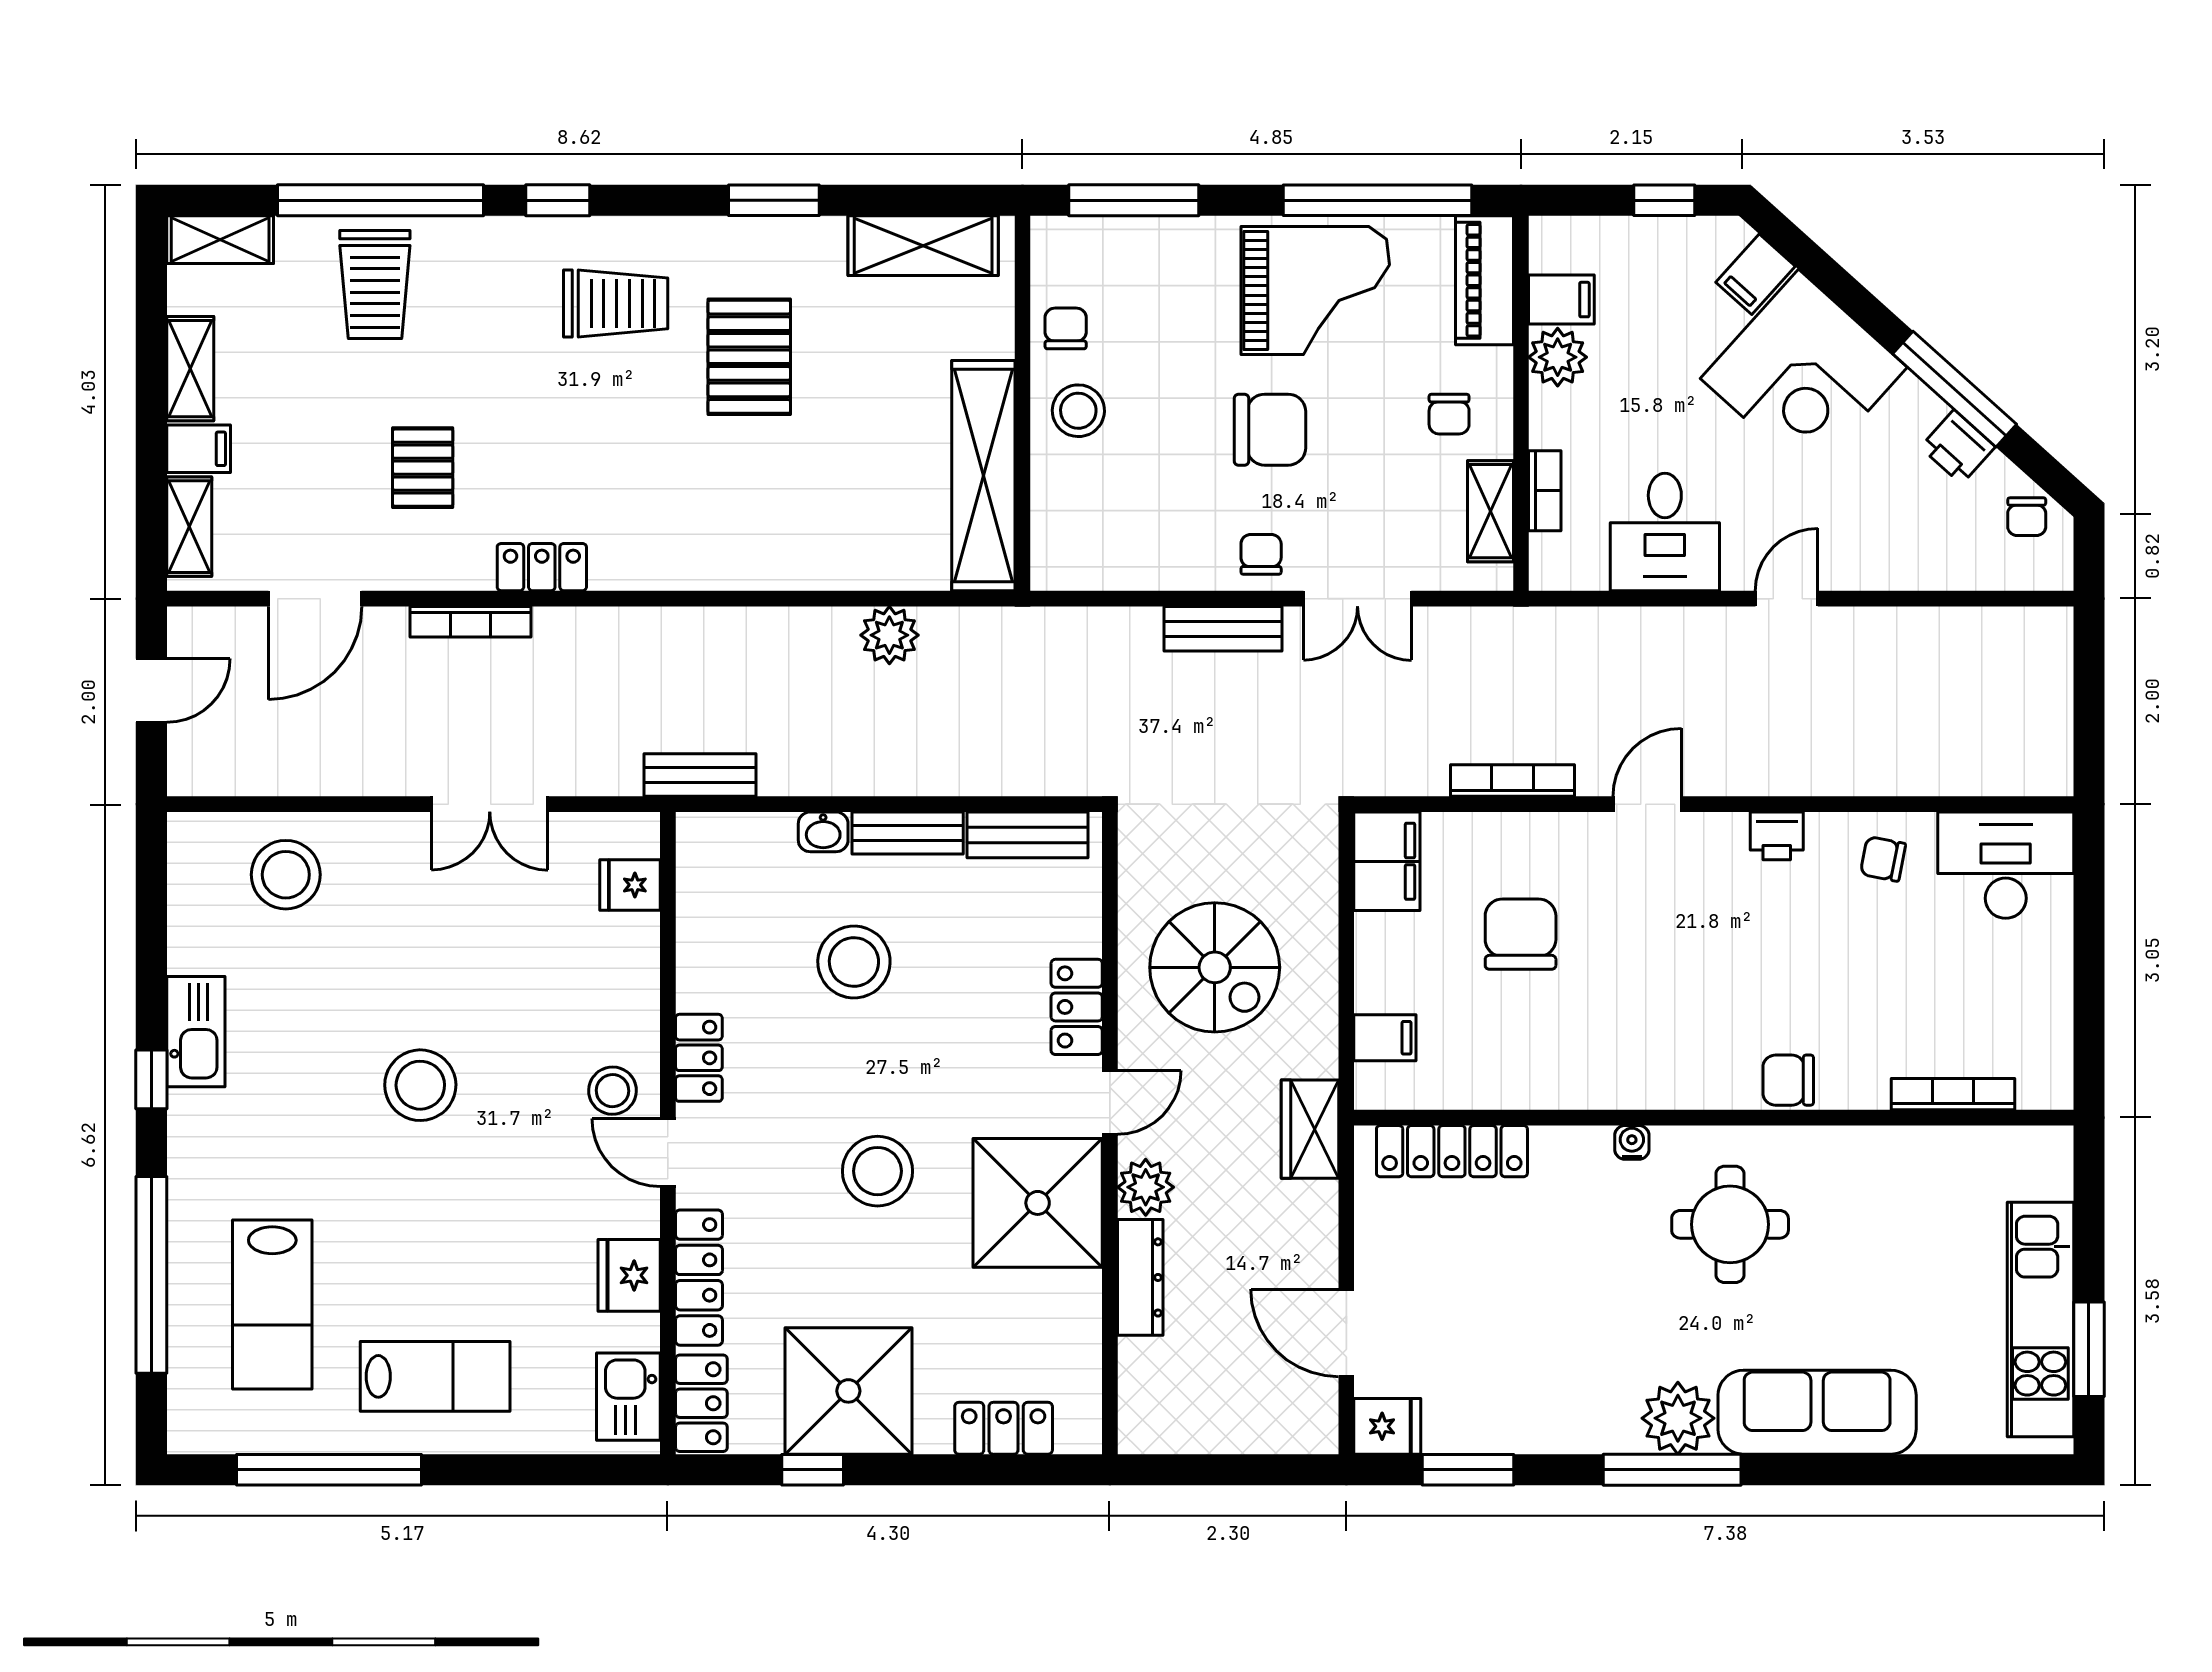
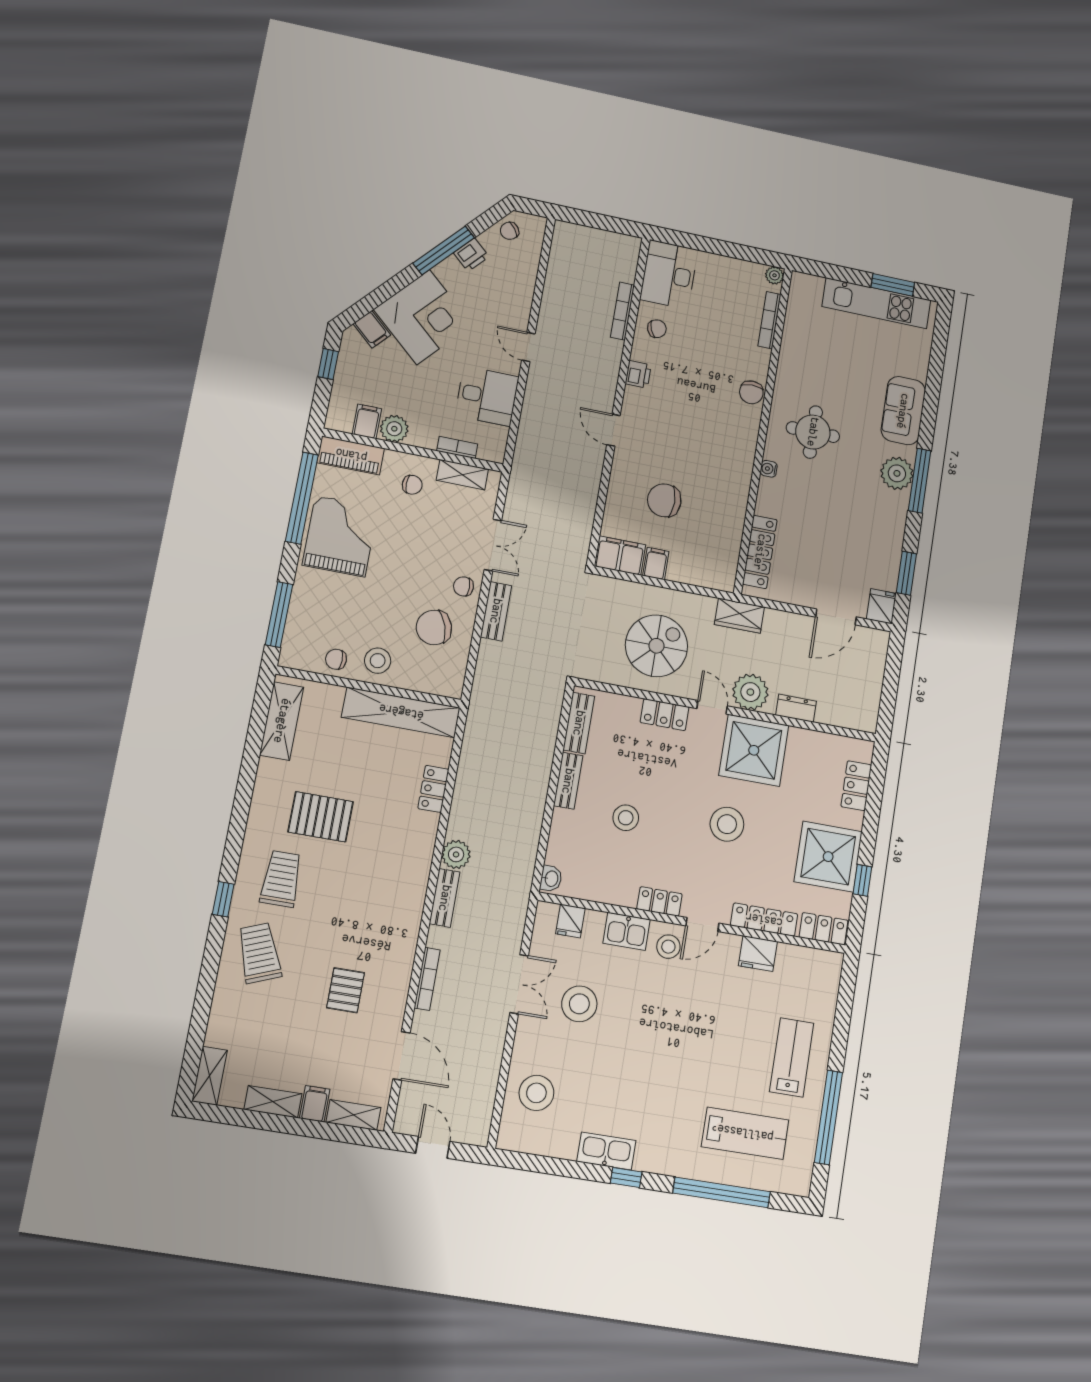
window: (380, 200) -> (205, 990), removed
window: (774, 200) -> (244, 791), removed
trolley: (375, 284) -> (259, 953), moved, turned -111
chair: (1270, 430) -> (434, 627), moved, turned -108
pallet: (423, 468) -> (346, 990), turned 90
chair: (2027, 517) -> (510, 231), turned 144
locker: (542, 567) -> (433, 789), moved
plant: (889, 635) -> (456, 854), moved
bench: (700, 775) -> (445, 898), moved
bookcase: (1513, 781) -> (622, 311), moved
washbasin: (823, 832) -> (551, 879), moved
chair: (1883, 859) -> (657, 329), turned -122
stool: (854, 962) -> (626, 818), width x0.73, depth x0.73
filing cabinet: (1385, 1038) -> (656, 563), moved
stool: (420, 1085) -> (579, 1004), moved
plant: (2053, 1090) -> (774, 275), added
plant: (1146, 1187) -> (750, 692), width x1.36, depth x1.36
dresser: (1140, 1277) -> (796, 708), width x0.70
kitchen sink: (628, 1397) -> (627, 931), moved
sofa: (1817, 1412) -> (903, 411), width x0.73

